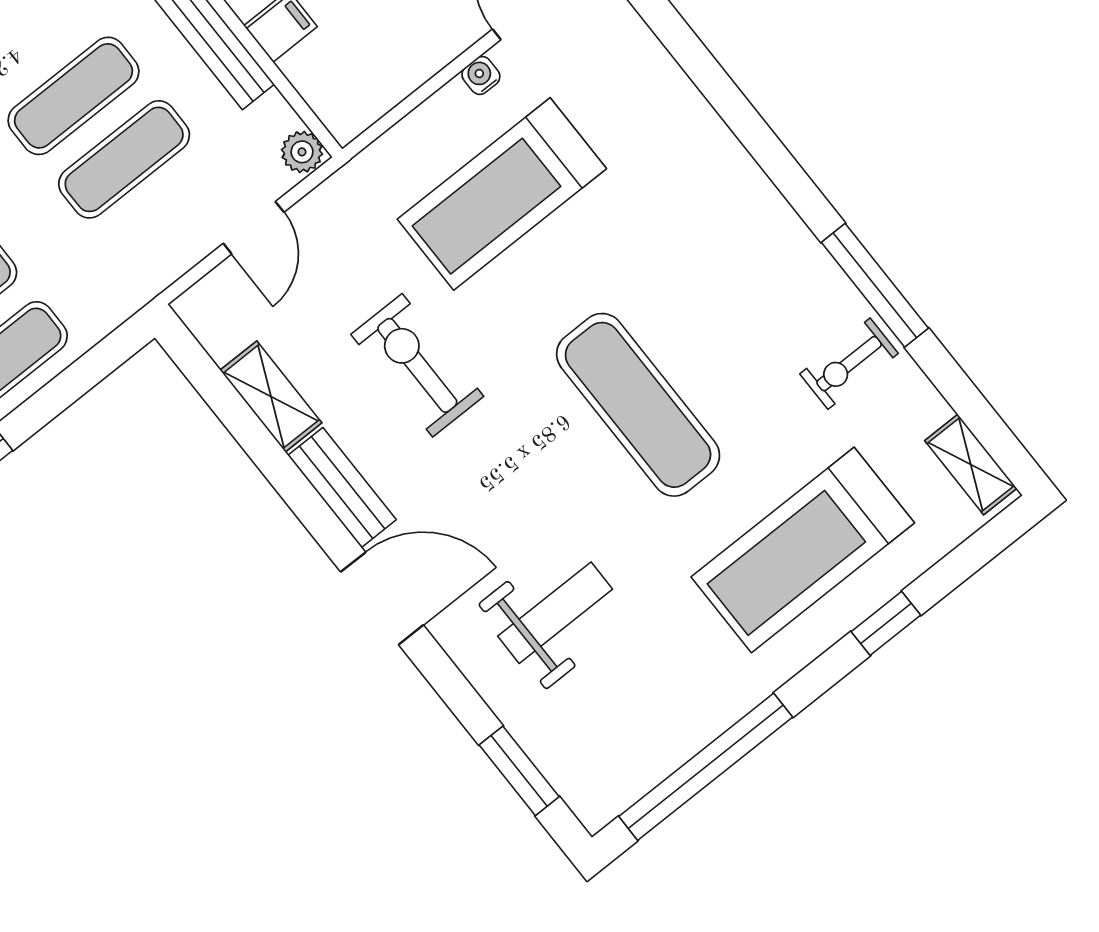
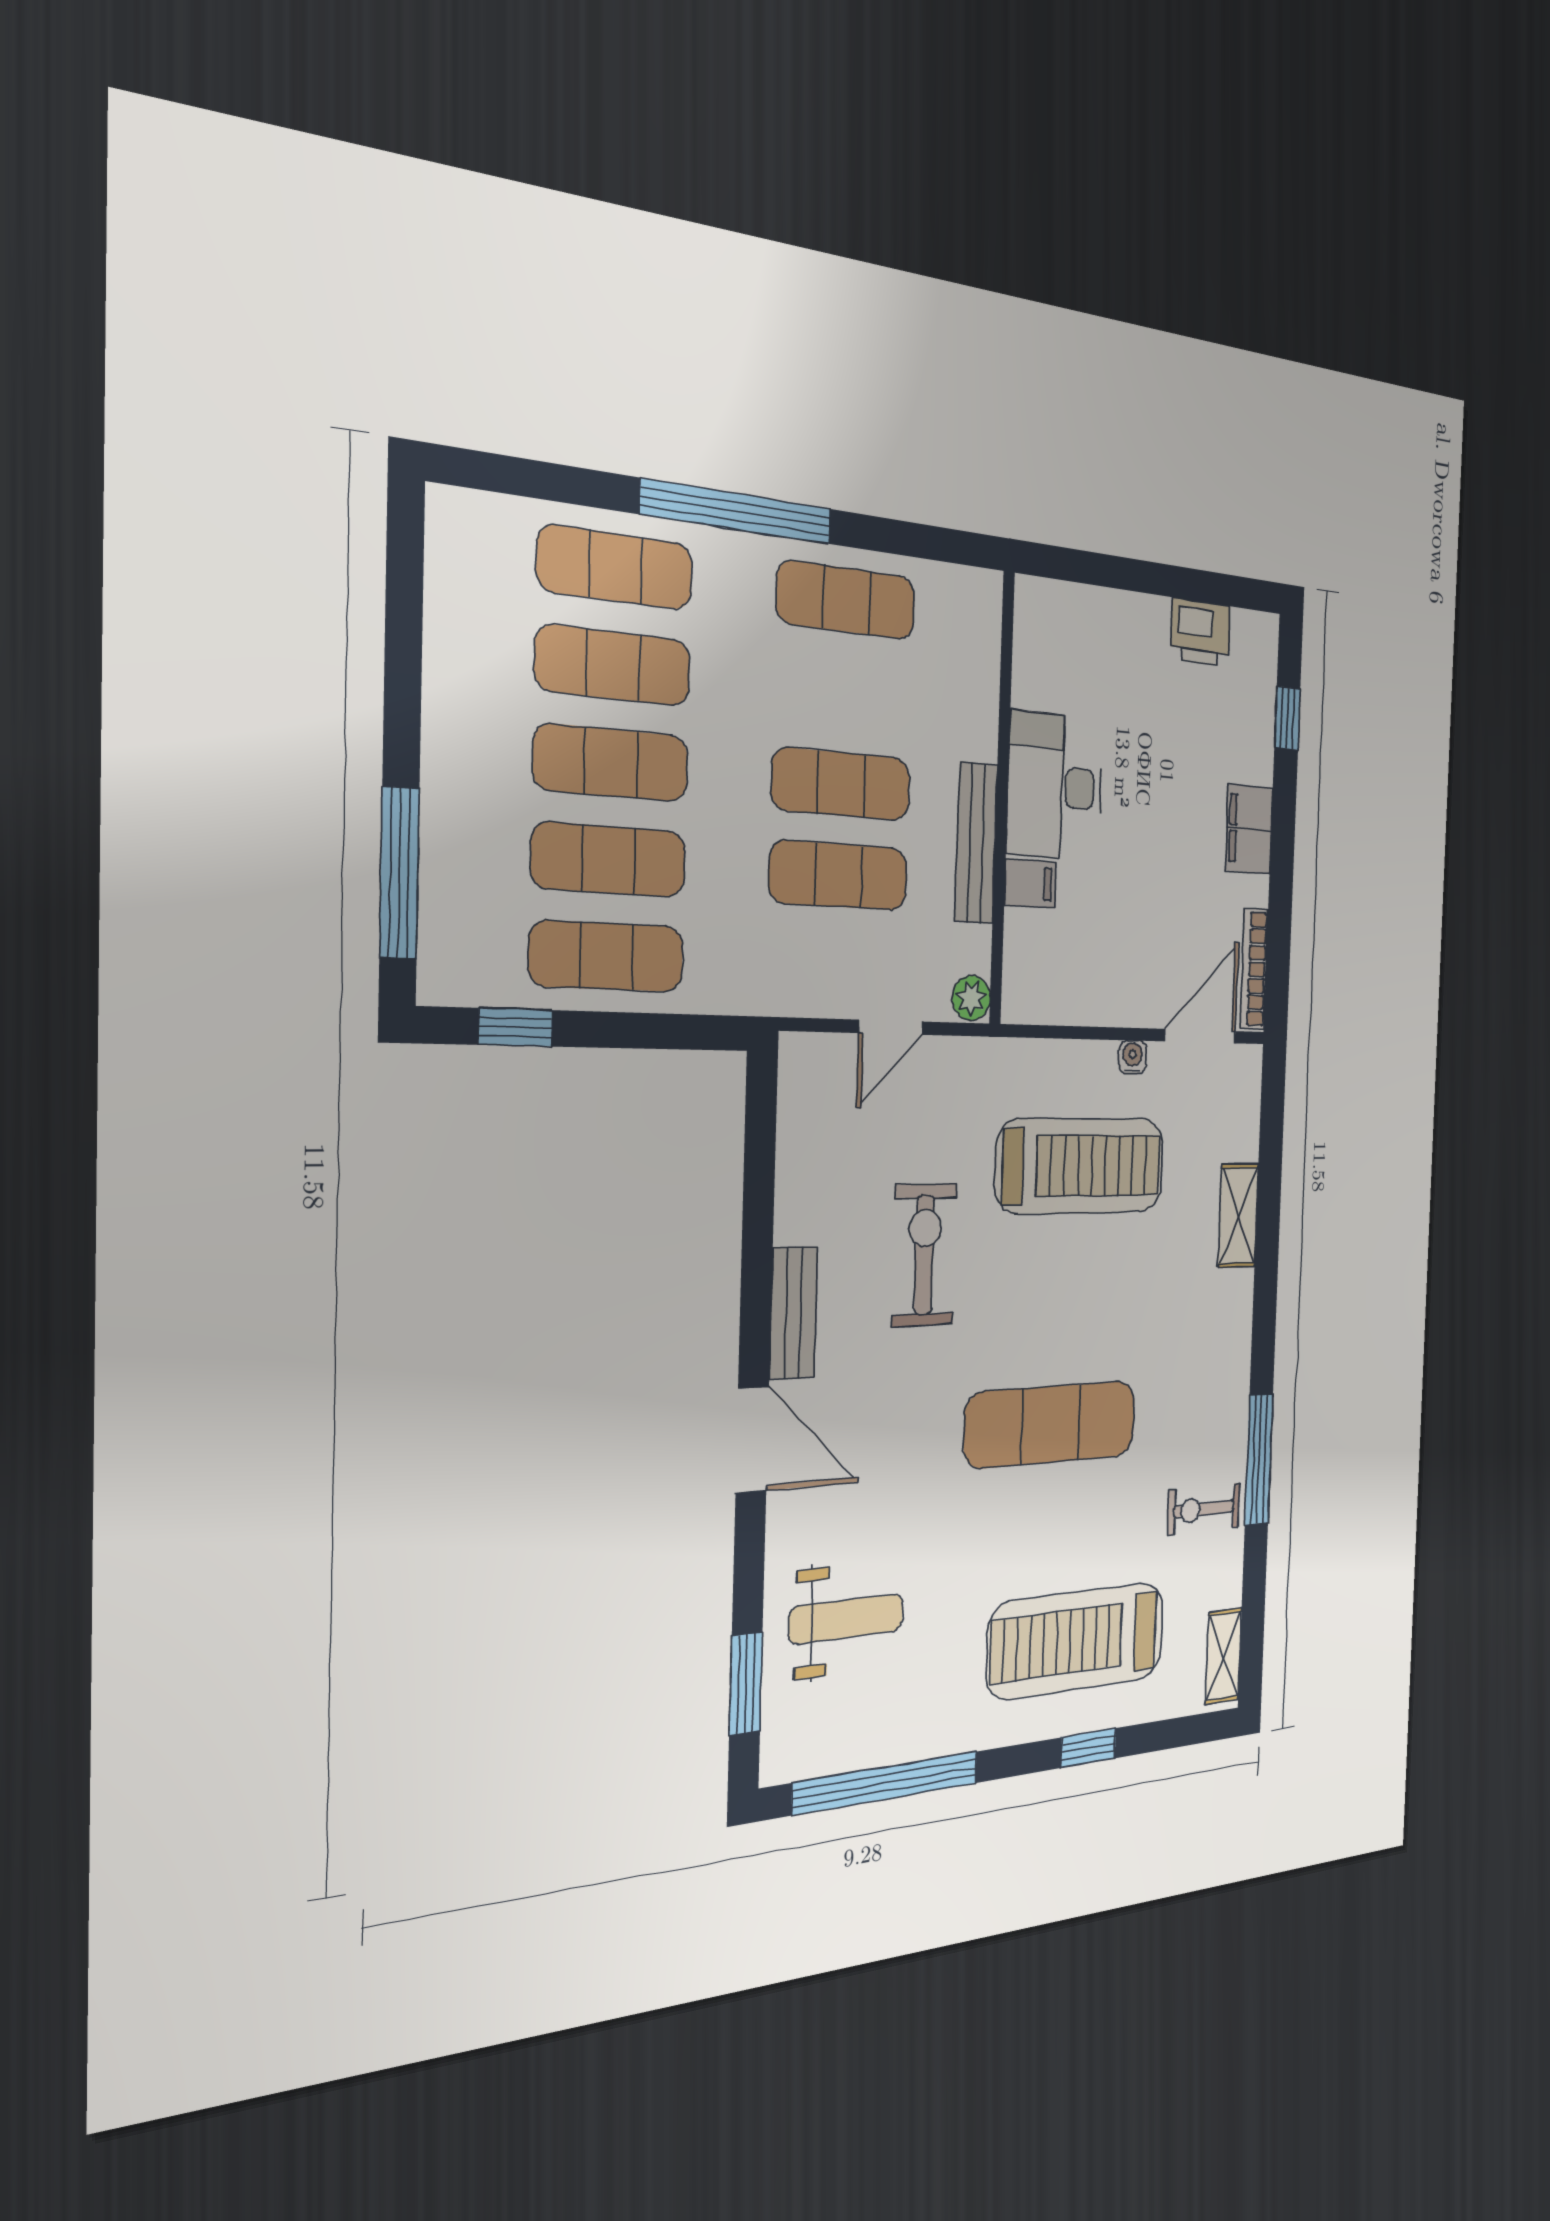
treadmill: (502, 194) -> (1081, 1166), turned 180
shelving: (271, 397) -> (1238, 1216), moved
exercise mat: (638, 405) -> (1051, 1424), turned 90
weight bench: (555, 613) -> (846, 1619), moved

